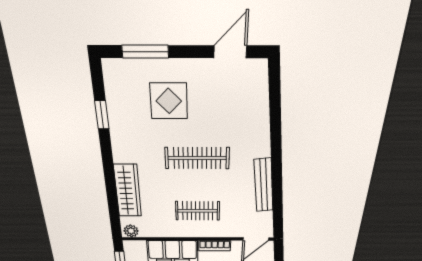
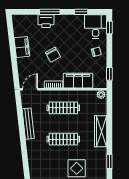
wardrobe: (128, 191) -> (101, 131), moved
clothes rail: (198, 211) -> (63, 108), width x1.36

